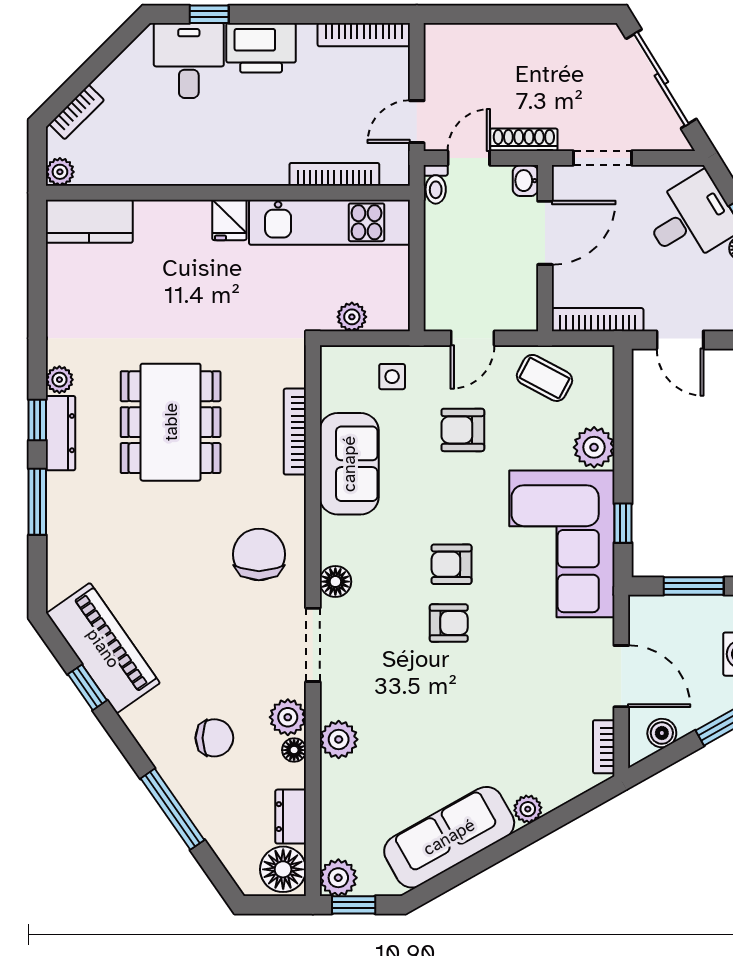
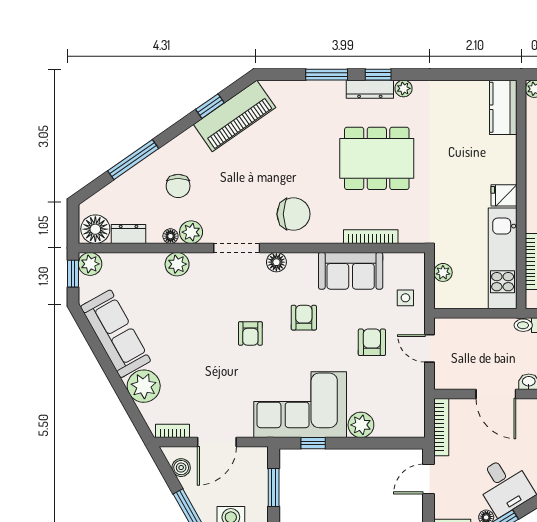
coffee table: (544, 378) -> (405, 394), removed
armchair: (452, 564) -> (304, 318), moved
plant: (528, 809) -> (144, 386), width x1.88, depth x1.88

